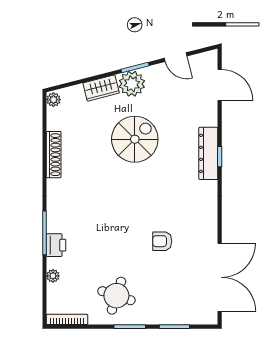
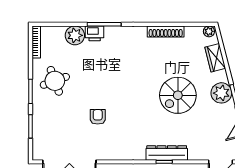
wardrobe: (101, 88) -> (215, 58), moved
spiral stairs: (135, 139) -> (178, 95), turned 90
plant: (53, 276) -> (75, 35), width x1.88, depth x1.88
round table: (116, 296) -> (55, 81), turned -38

